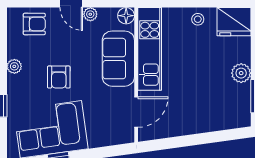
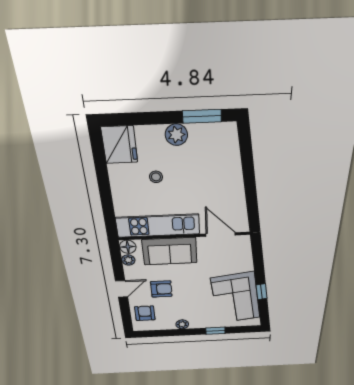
plant: (90, 14) -> (128, 260), moved
stool: (198, 19) -> (156, 177), moved
armchair: (59, 77) -> (161, 289), moved

